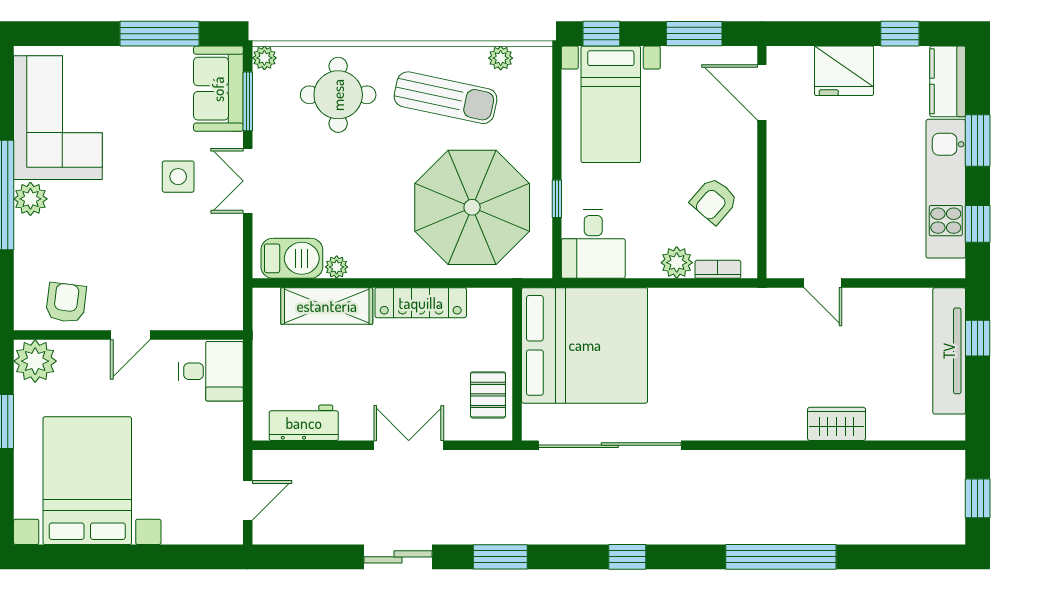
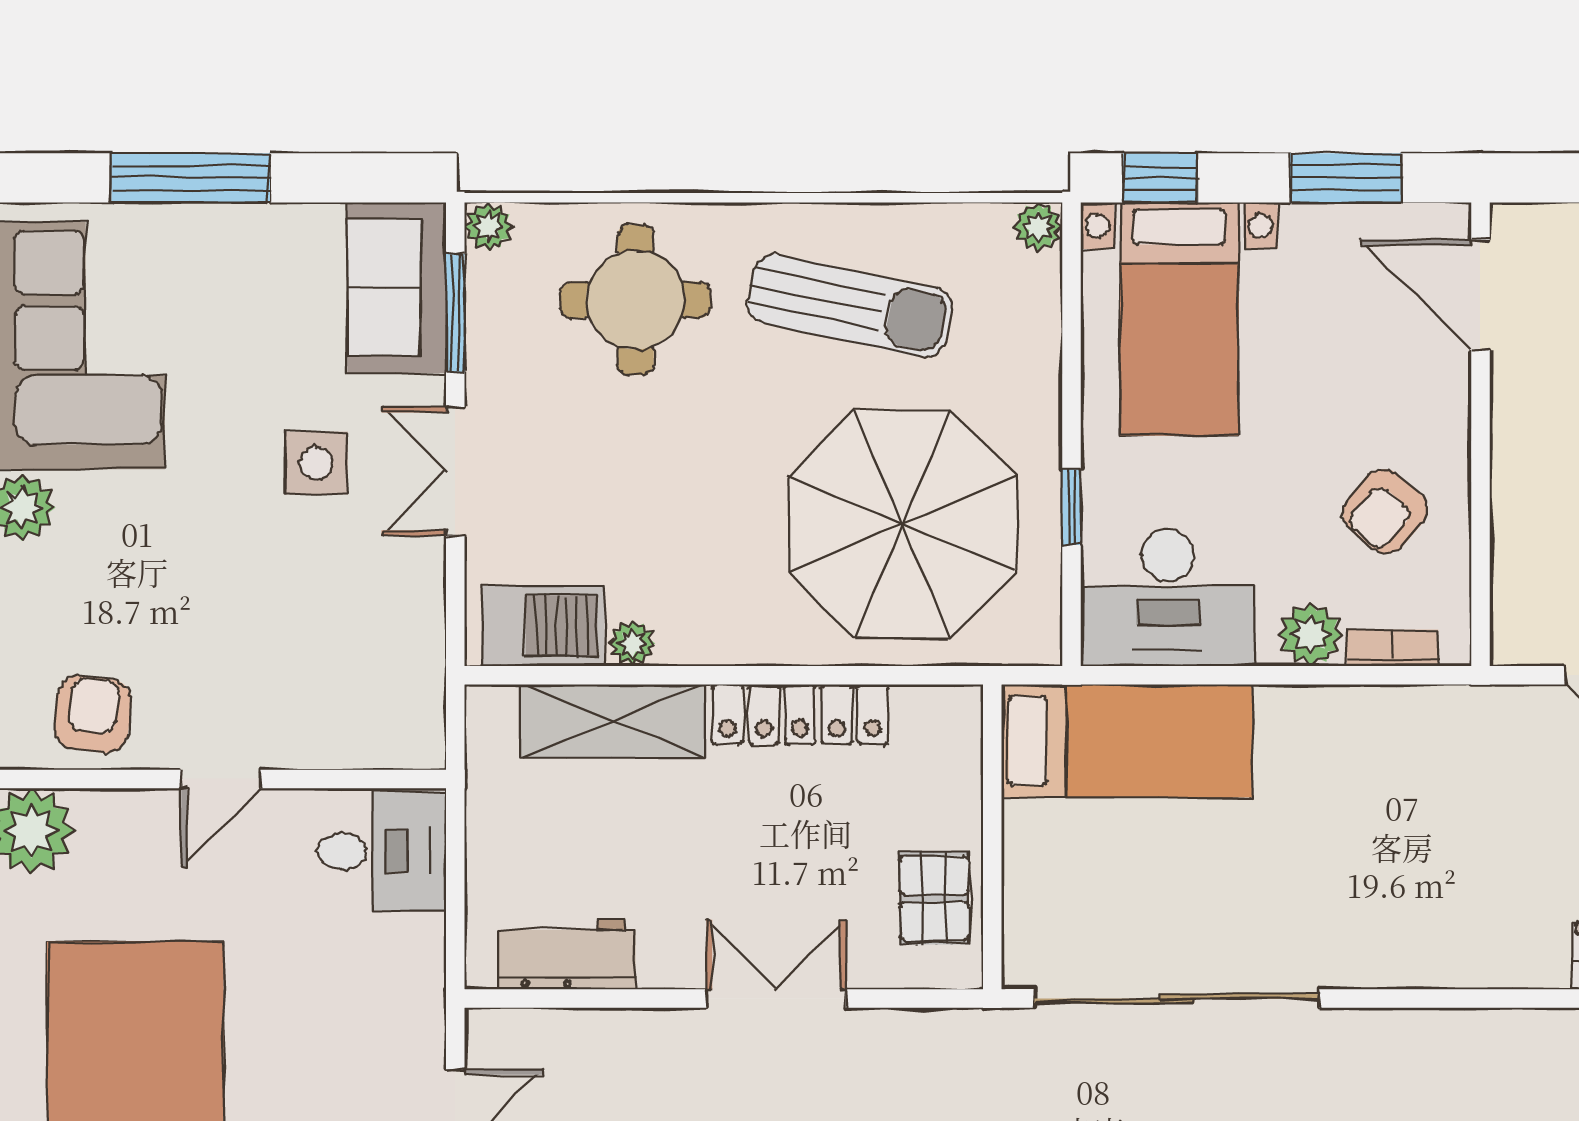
window: (160, 34) -> (191, 178), moved
plant: (501, 58) -> (1038, 227), moved
desk: (593, 244) -> (1168, 598), width x1.37
bed: (585, 345) -> (1127, 741), width x0.49

